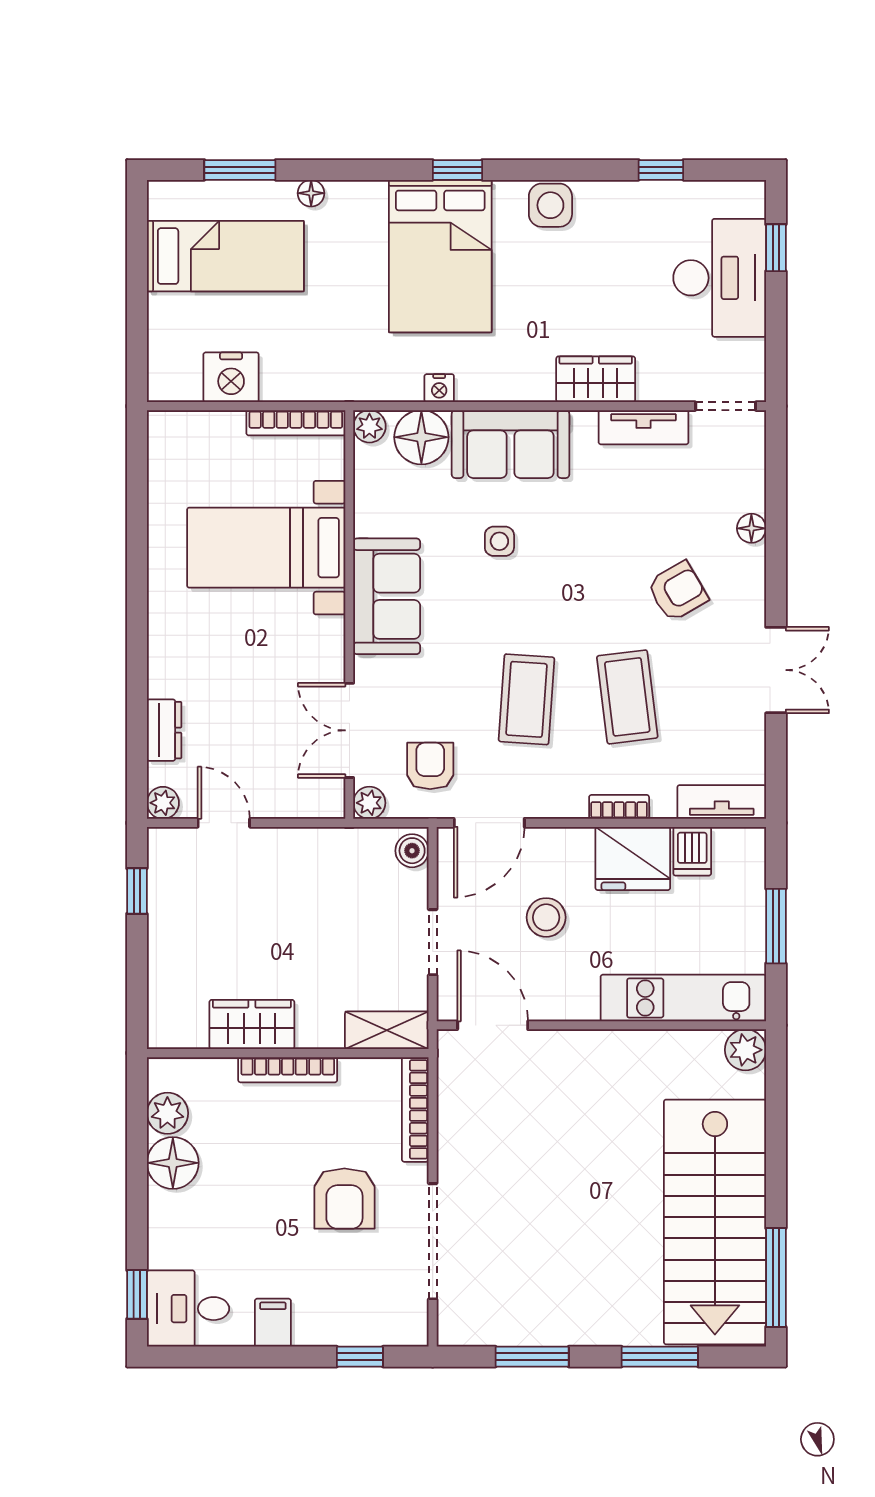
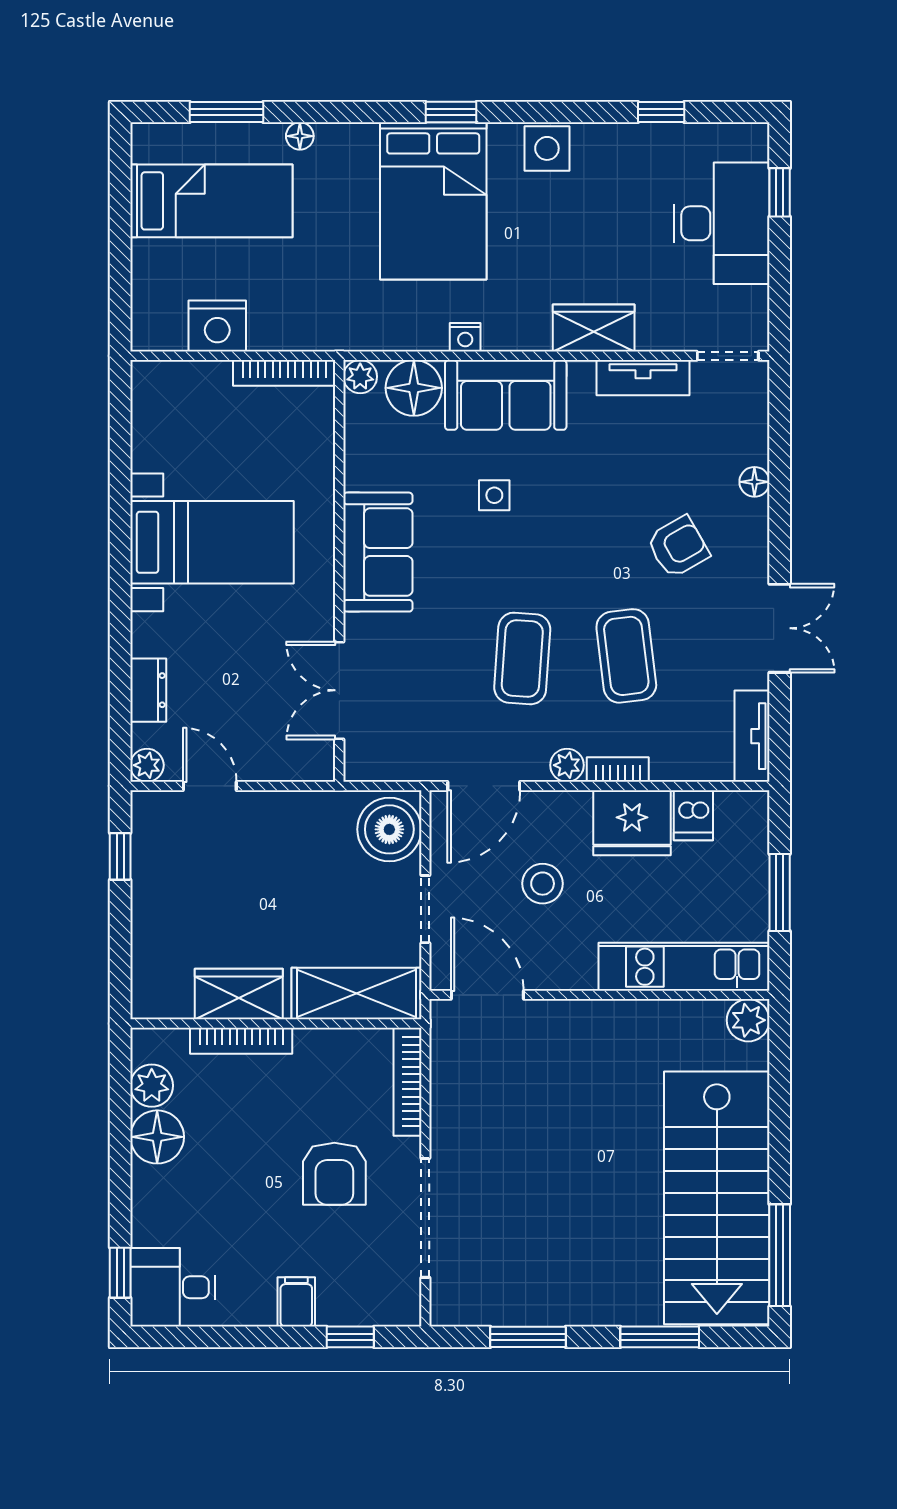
nightstand: (439, 388) -> (465, 337), moved
bed with nightstands: (266, 548) -> (212, 542), moved, turned 180
armchair: (430, 766) -> (423, 727), removed
tv unit: (722, 802) -> (752, 736), moved, turned -90
plant: (369, 803) -> (567, 765), moved
boiler: (412, 851) -> (389, 829), width x1.86, depth x1.86
shelving: (387, 1030) -> (356, 994), width x1.50, depth x1.33
bookcase: (288, 1070) -> (241, 1041), moved
filing cabinet: (273, 1323) -> (296, 1302), moved

